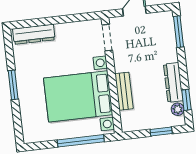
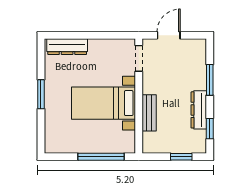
window: (179, 32) -> (210, 80), moved
bed with nightstands: (78, 96) -> (104, 103), width x0.73
plant: (178, 109) -> (200, 137), removed

